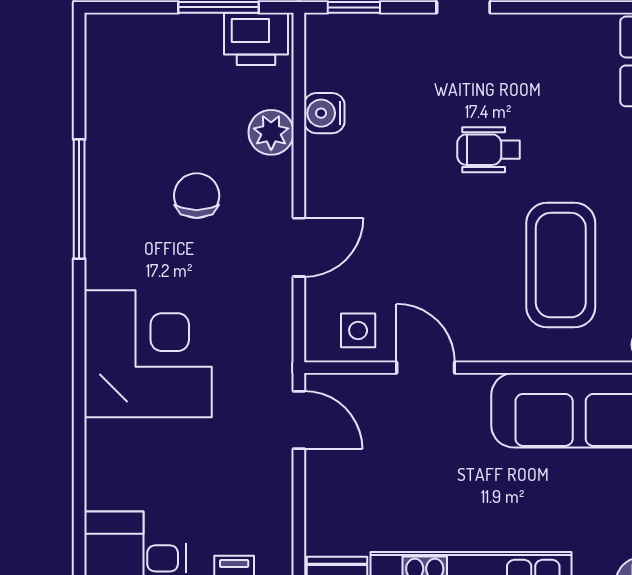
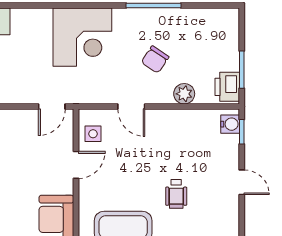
water cooler: (324, 113) -> (230, 124), moved, turned 90
wheelchair: (489, 150) -> (176, 194), turned 180
chair: (197, 196) -> (155, 60), turned 124

